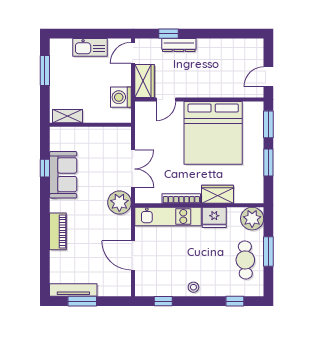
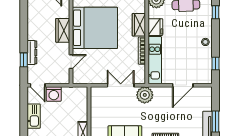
wardrobe: (145, 81) -> (63, 30), moved, turned -90
washing machine: (121, 97) -> (54, 94), moved
door: (166, 100) -> (71, 62), hinge flipped

